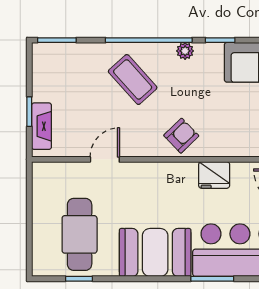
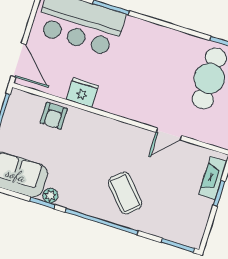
plant: (185, 51) -> (50, 196), moved
armchair: (181, 136) -> (54, 116), moved, turned -46
booth: (155, 252) -> (151, 44), removed

